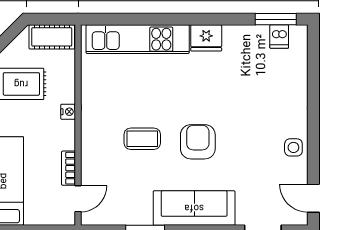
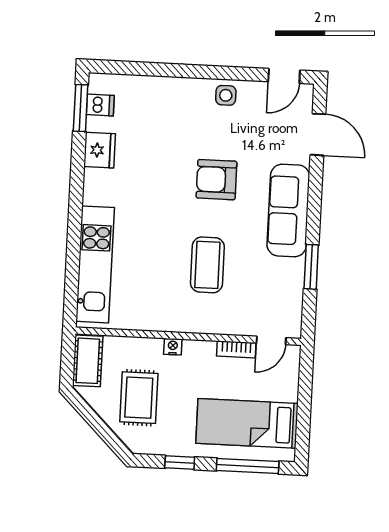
fridge: (206, 38) -> (99, 150), moved
coffee table: (142, 139) -> (207, 265), width x1.36, depth x1.30
armchair: (198, 142) -> (216, 180), moved
door: (78, 199) -> (271, 340), swing flipped

